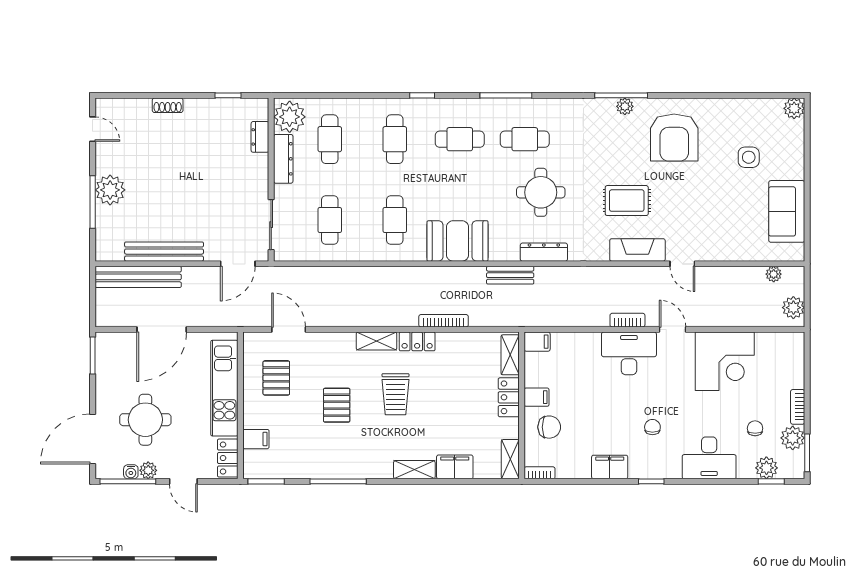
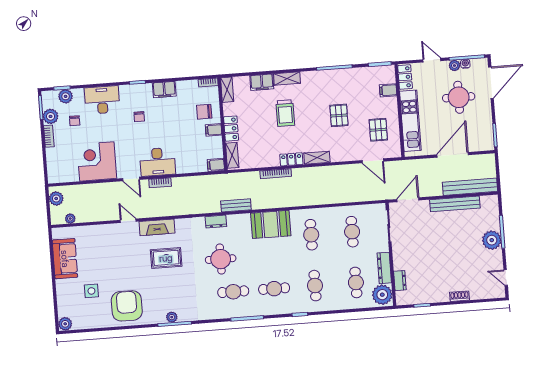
armchair: (674, 138) -> (127, 306), moved
dresser: (544, 252) -> (216, 222), width x0.70
trolley: (396, 394) -> (285, 113), moved, turned 180

